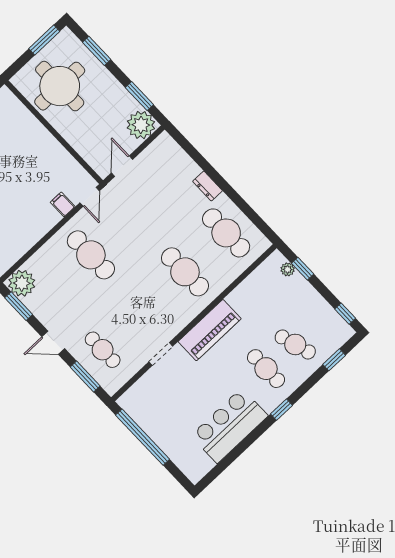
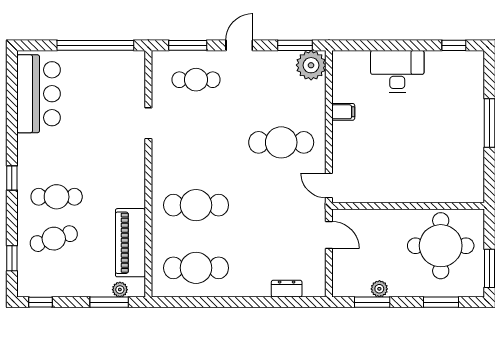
plant: (141, 125) -> (379, 289), moved, width x0.53, depth x0.53
dresser: (208, 186) -> (287, 289), moved
filing cabinet: (63, 204) -> (343, 112), moved
window: (303, 269) -> (109, 302), width x1.50
piano: (210, 330) -> (130, 243), moved
bar counter: (229, 426) -> (39, 94), moved

